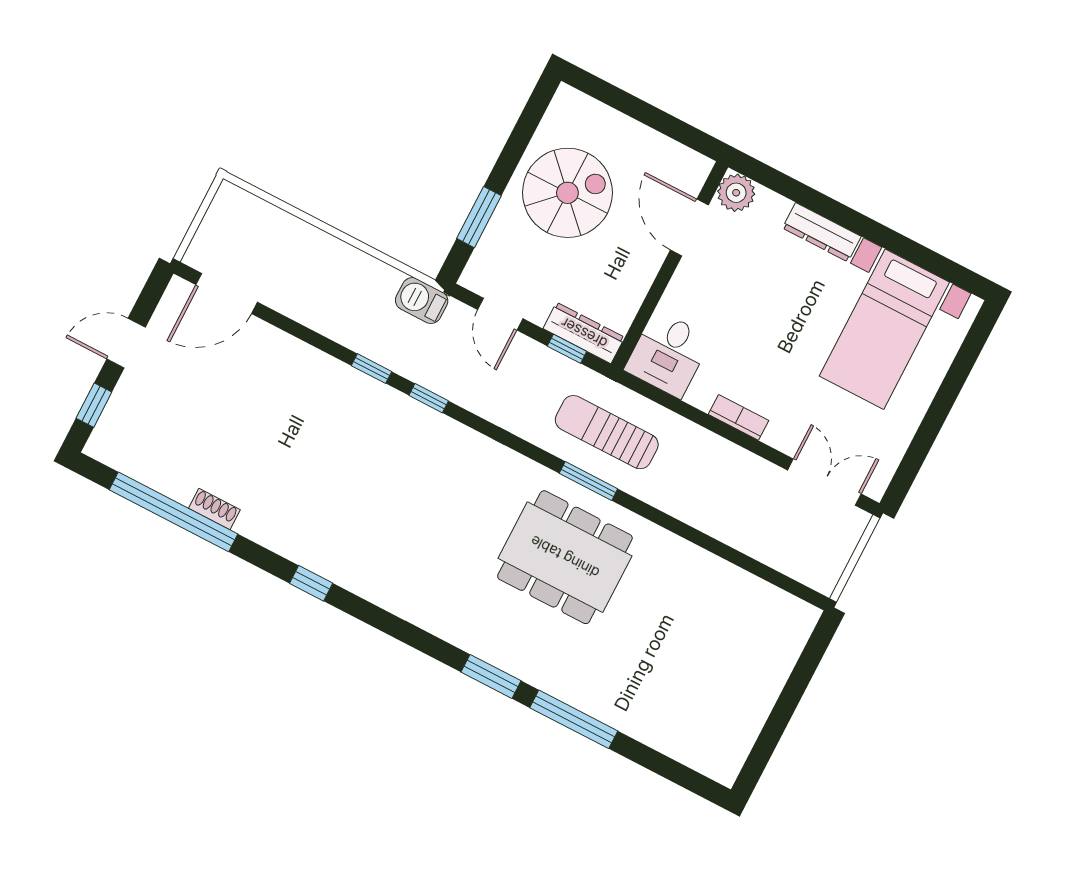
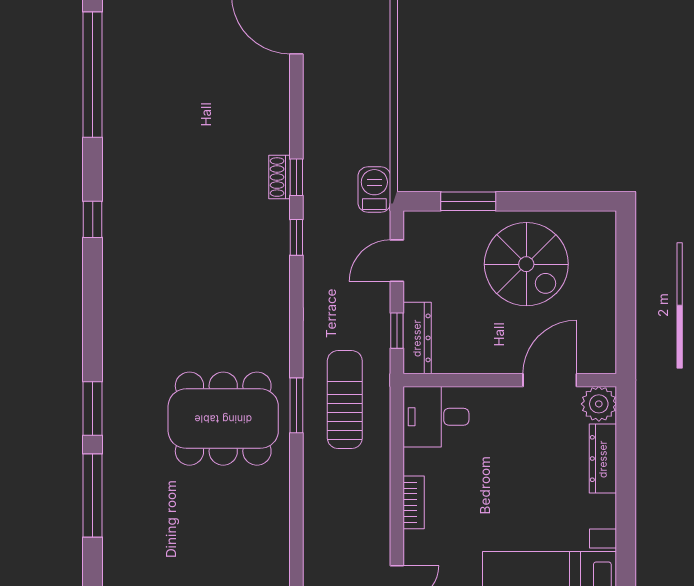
dresser: (822, 232) -> (603, 459), moved
shoe rack: (214, 509) -> (280, 177), moved, turned 180
dining table: (565, 557) -> (223, 419), turned 90

